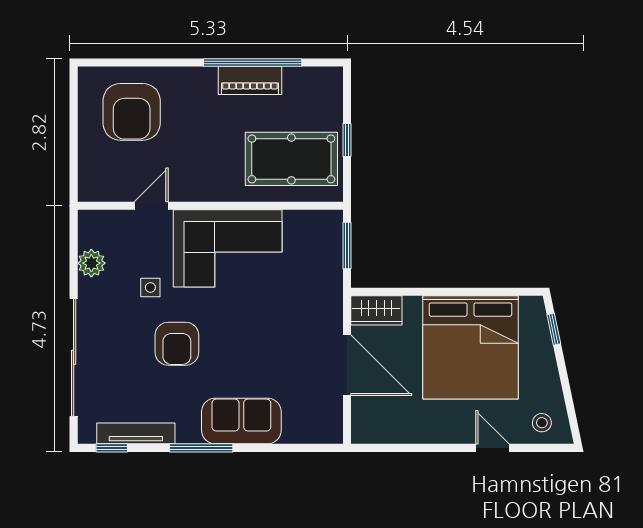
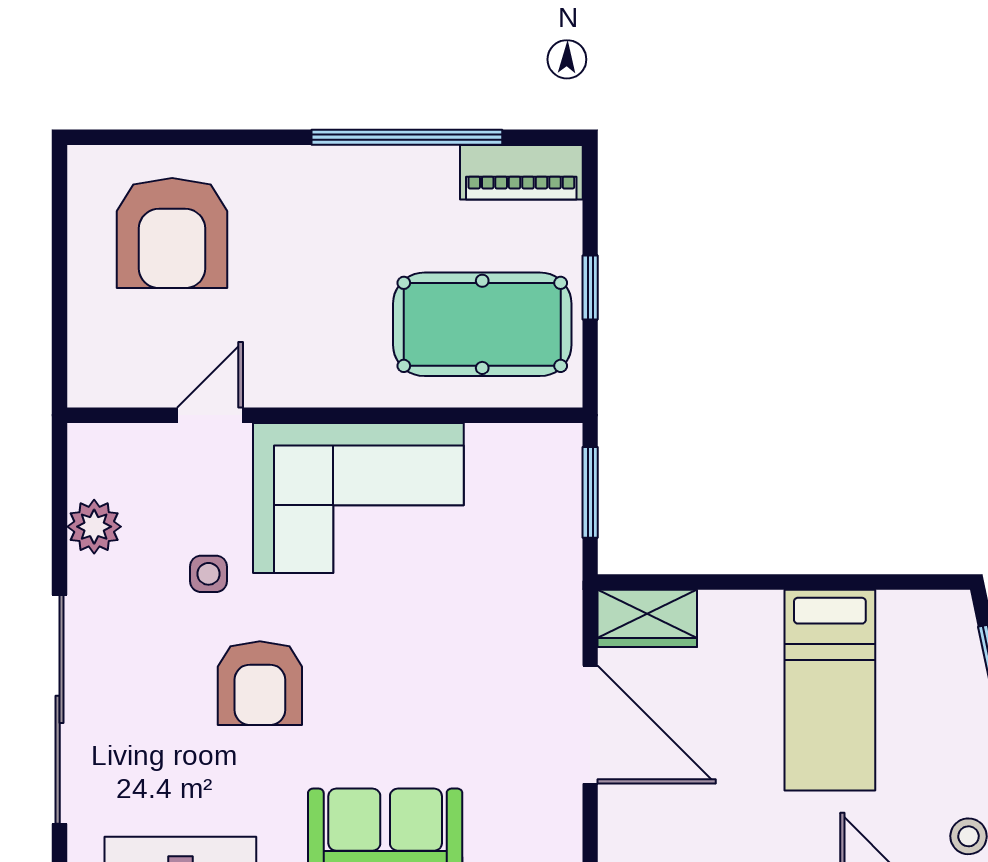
piano: (250, 81) -> (521, 172), moved
bed: (471, 347) -> (830, 690), width x0.49

